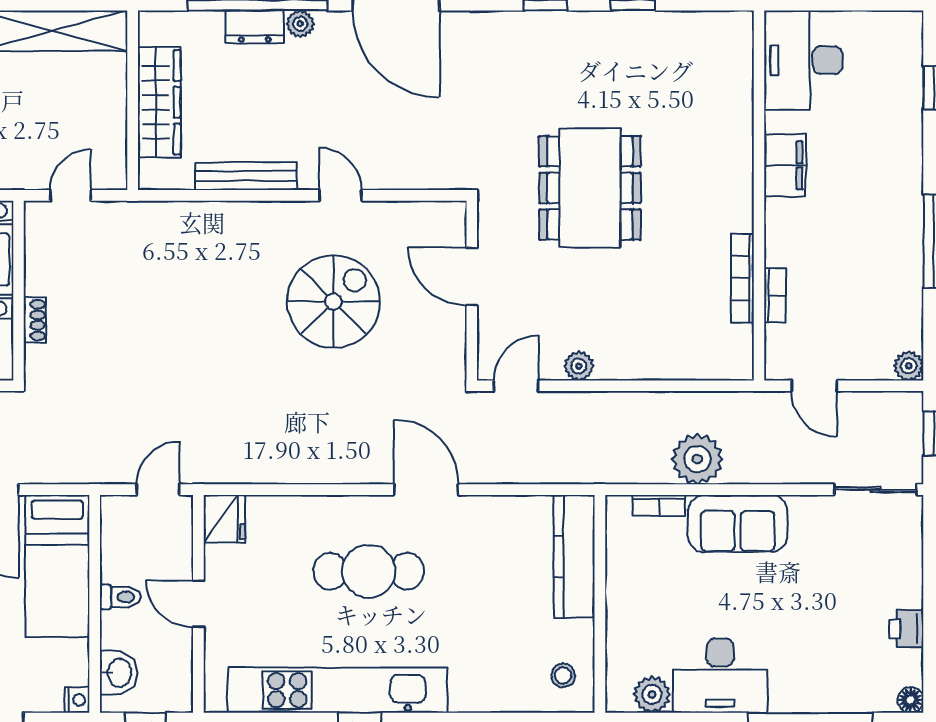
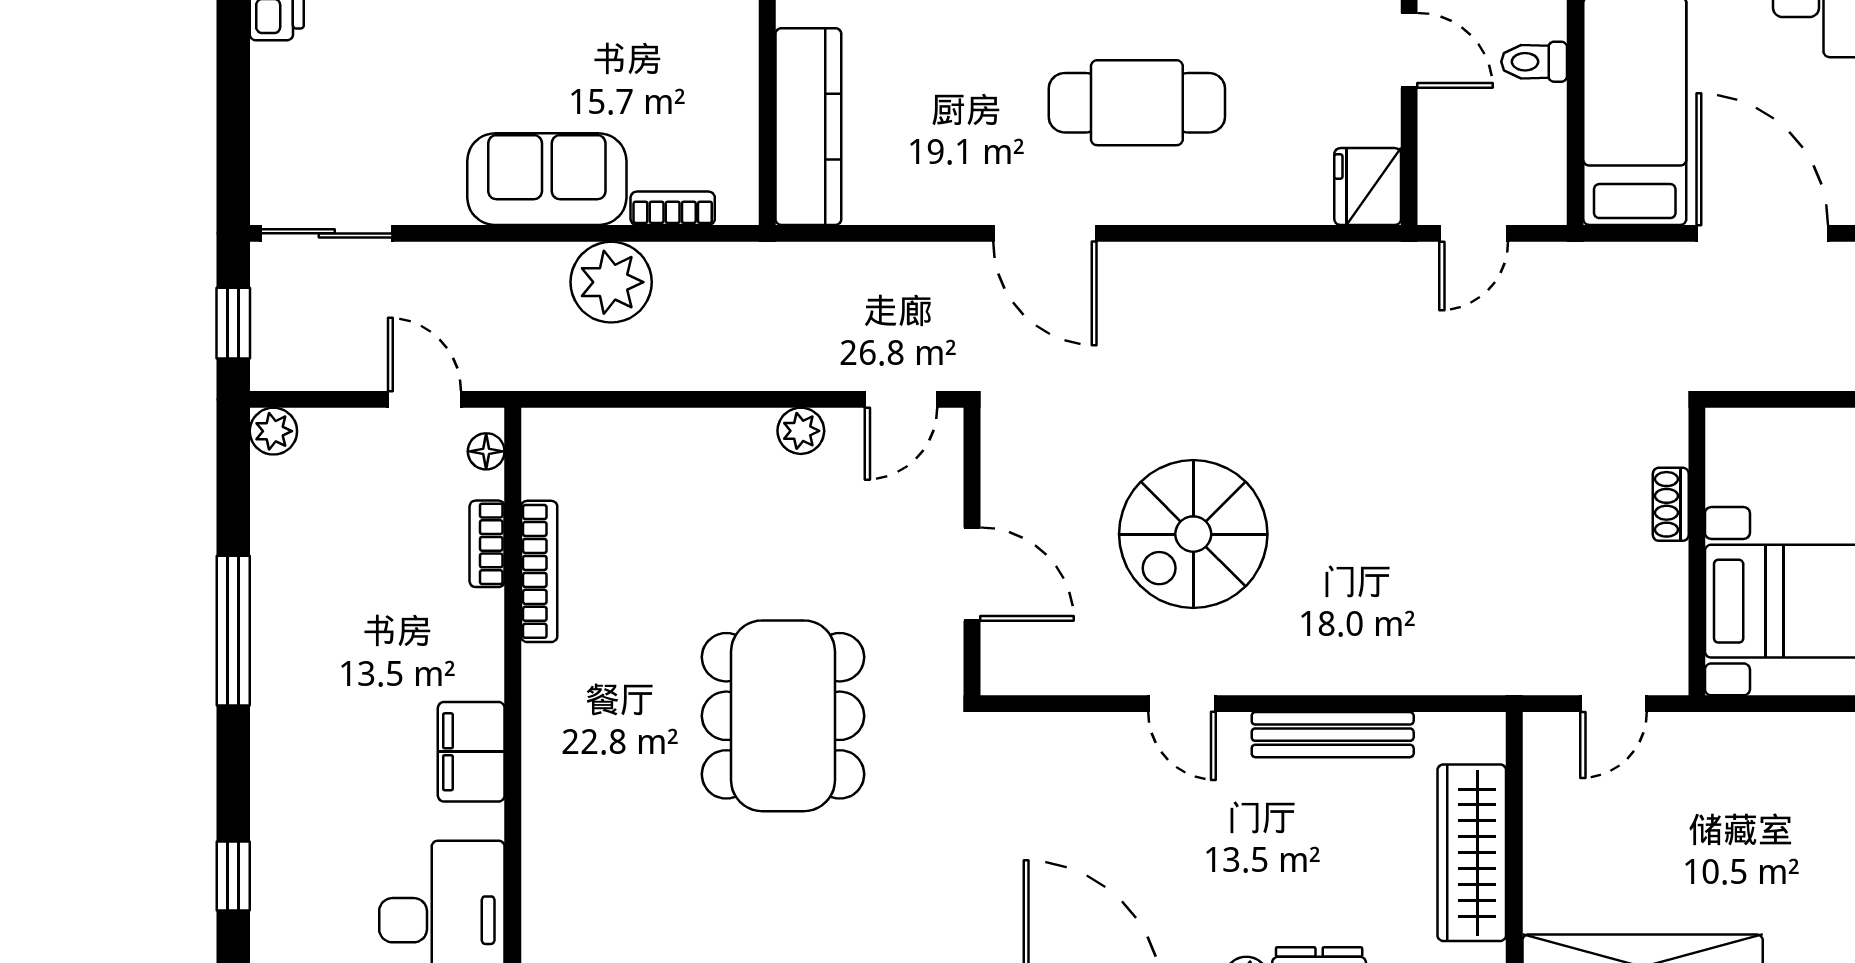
floor lamp: (776, 353) -> (486, 451), added

